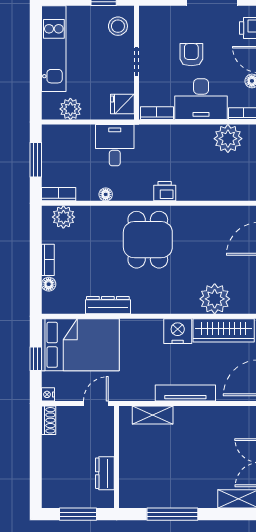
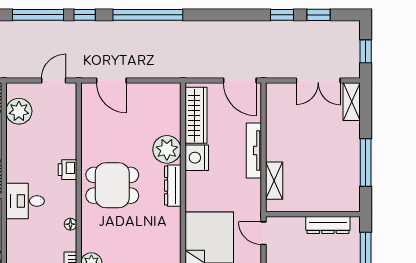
desk: (115, 145) -> (25, 201), moved
plant: (215, 299) -> (167, 149), moved
dresser: (108, 305) -> (173, 186), moved
dresser: (105, 473) -> (328, 225), width x1.44

